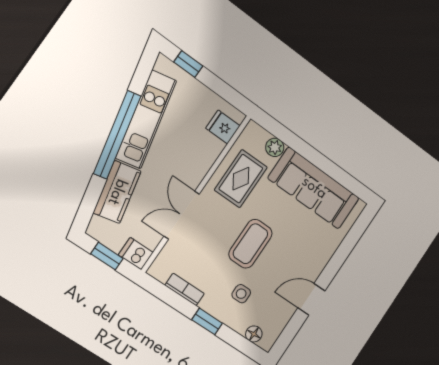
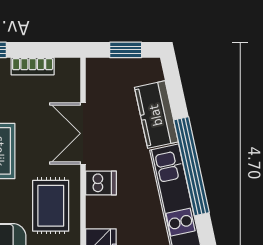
double door: (182, 215) -> (83, 133), swing flipped
dishwasher: (136, 254) -> (101, 183), moved

